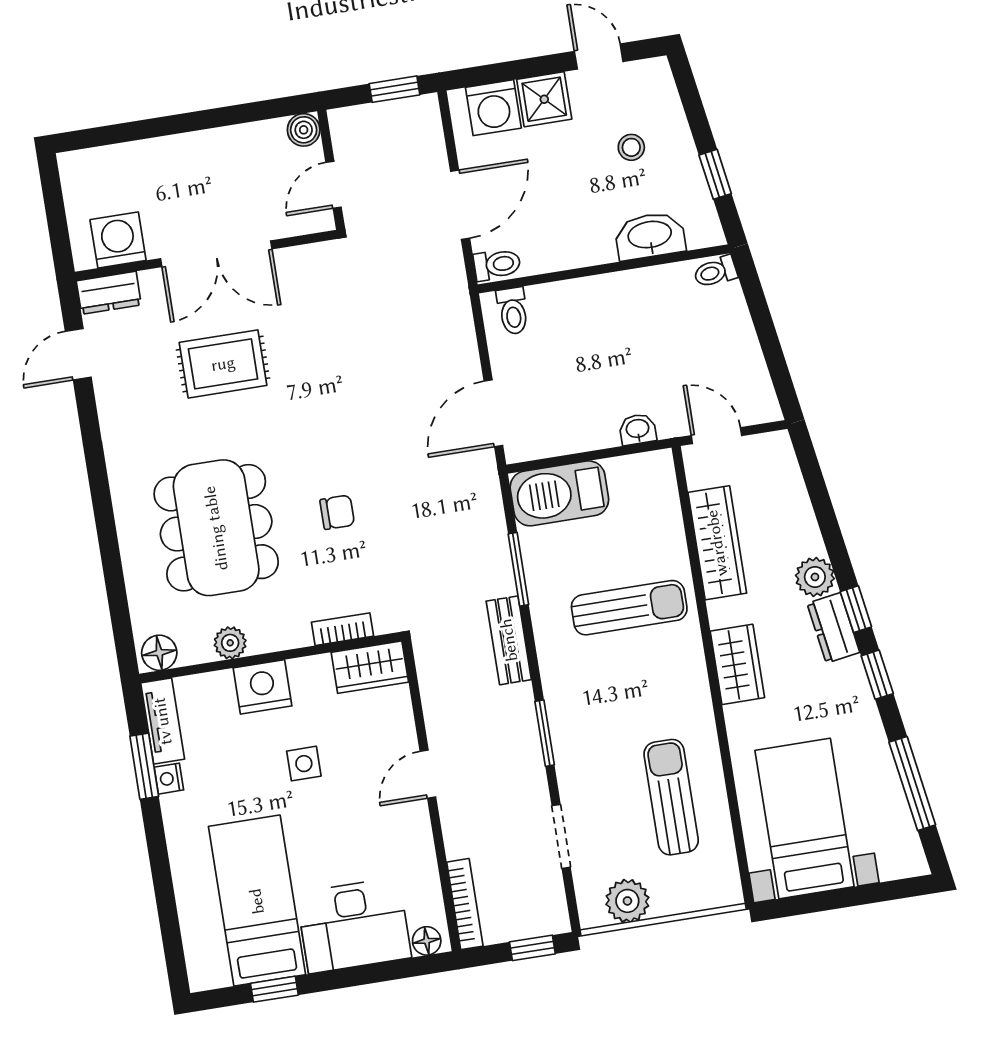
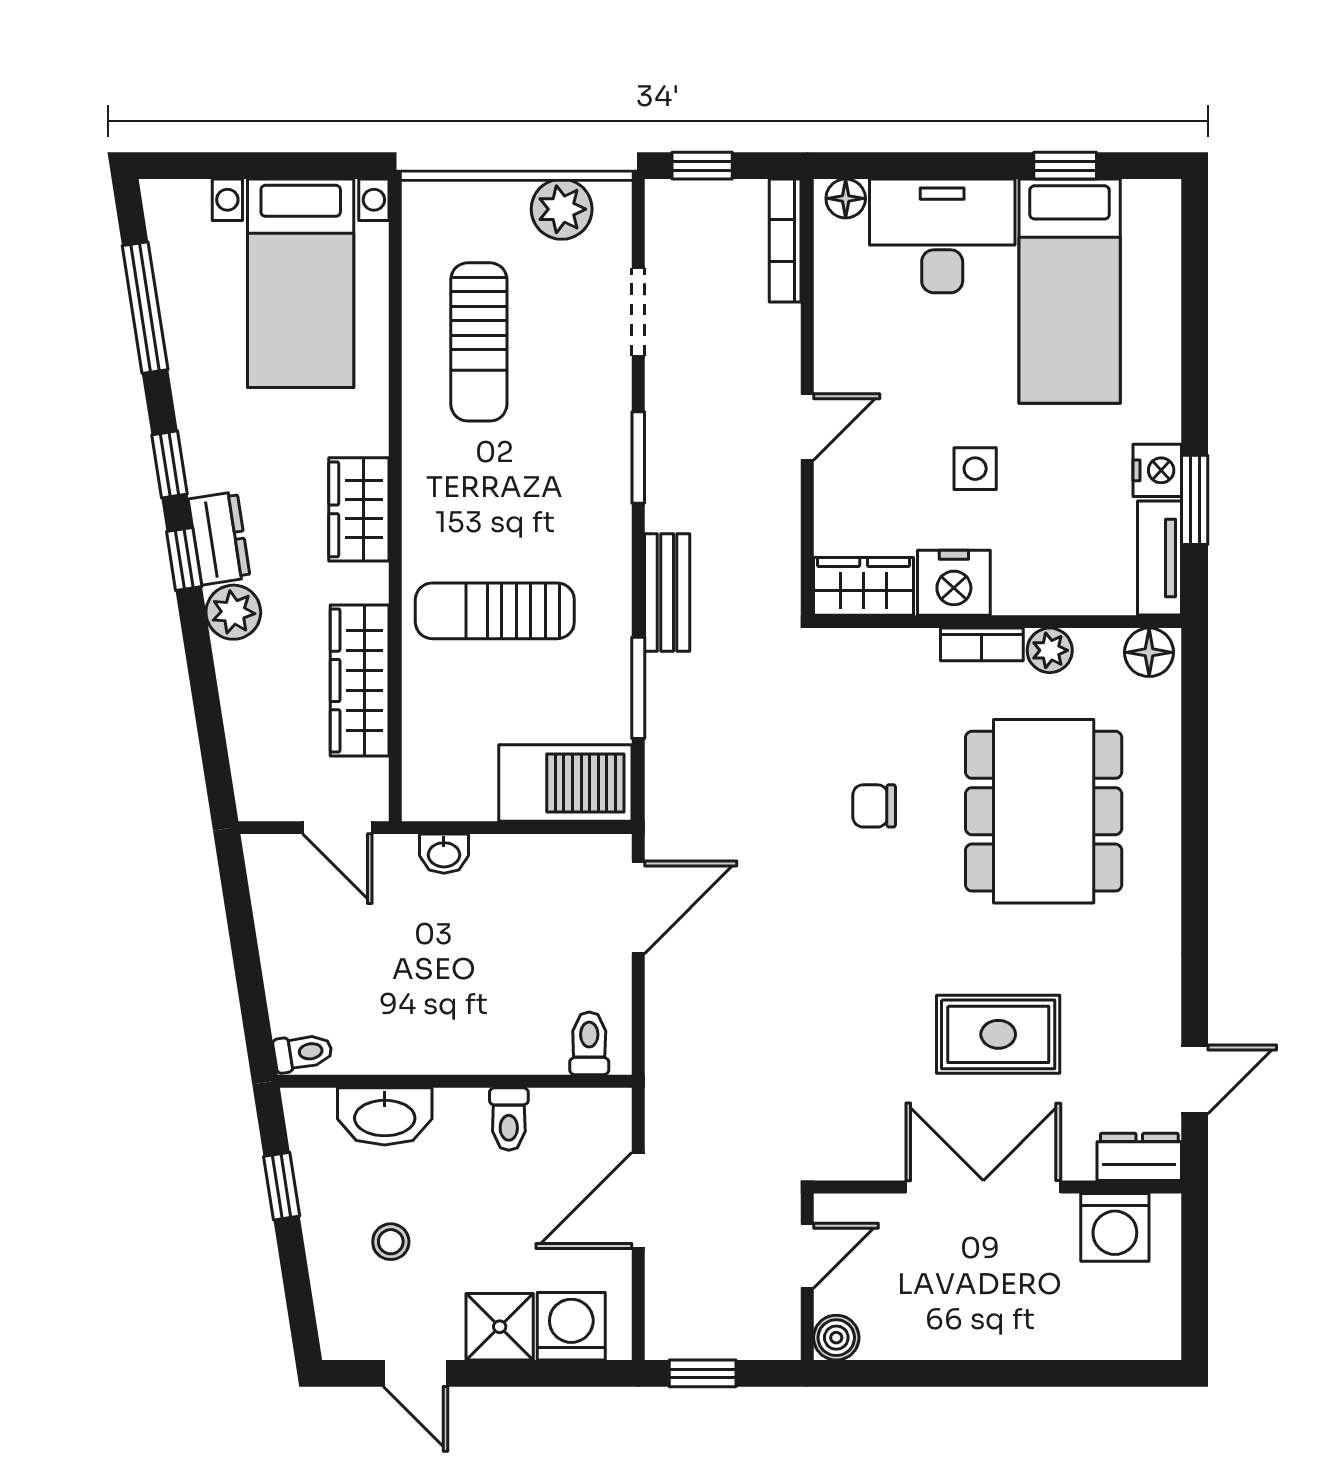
toilet: (497, 264) -> (509, 1119), moved, turned -90
bookcase: (342, 629) -> (982, 644), moved
nightstand: (263, 687) -> (954, 583), moved
nightstand: (169, 779) -> (1157, 470), width x1.39, depth x1.35

